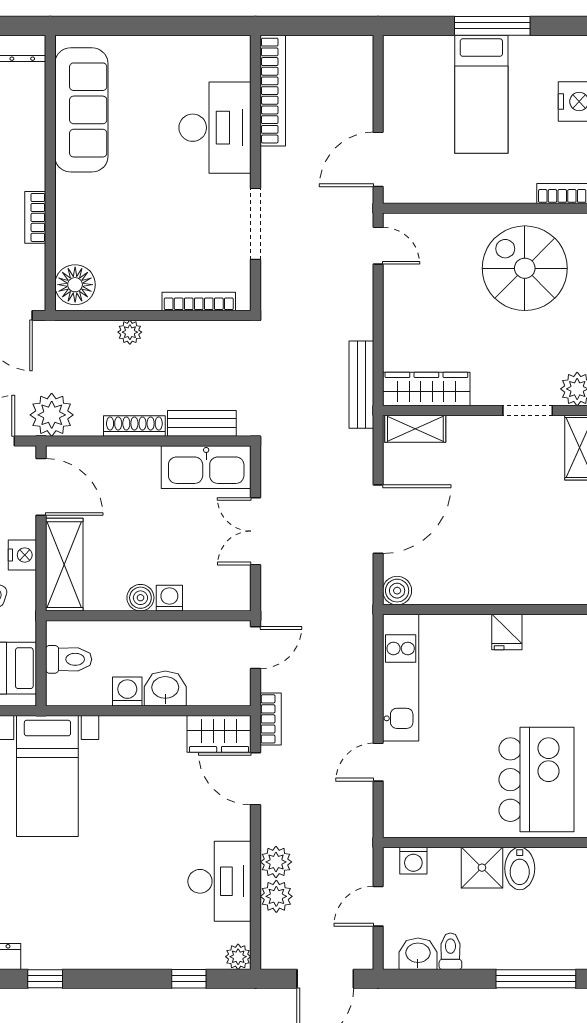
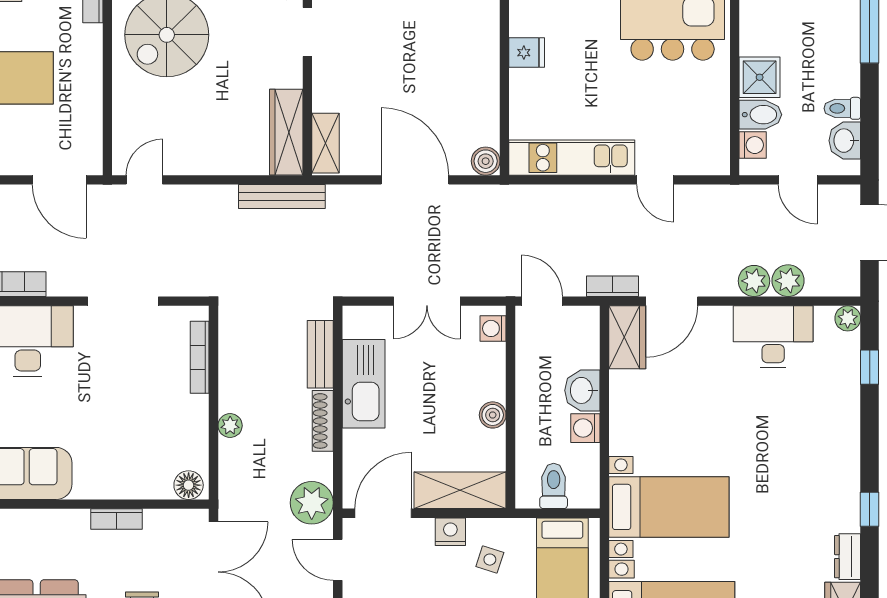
floor lamp: (75, 285) -> (189, 485), width x0.73, depth x0.73
kitchen sink: (206, 467) -> (364, 384), moved
washing machine: (169, 598) -> (493, 328), moved
bidet: (520, 868) -> (760, 115), moved

